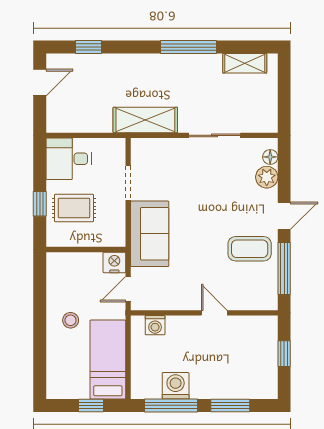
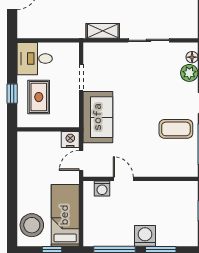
shelving: (145, 120) -> (103, 31), width x0.67, depth x0.75
rug: (74, 208) -> (39, 97), turned 90
door: (214, 313) -> (123, 179), moved
stool: (71, 320) -> (32, 225), moved, width x1.89, depth x1.89
washing machine: (176, 386) -> (145, 236), moved

